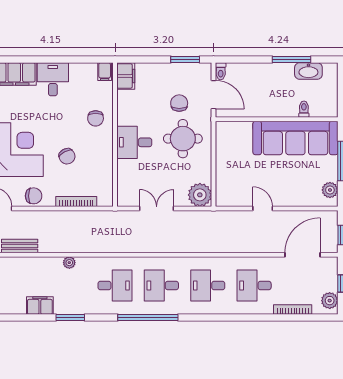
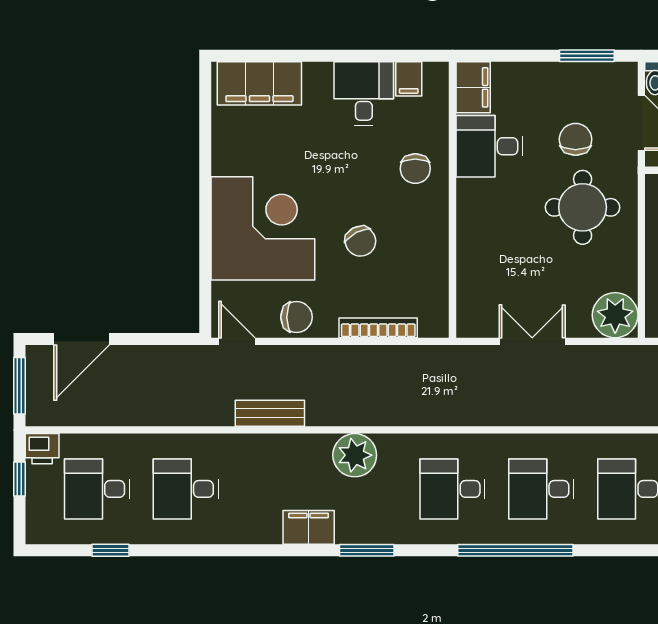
filing cabinet: (105, 72) -> (409, 79), moved
desk: (53, 79) -> (364, 94), moved
desk: (134, 142) -> (489, 146), moved
plant: (69, 263) -> (355, 455), width x1.87, depth x1.87
desk: (115, 286) -> (453, 489), turned 180

